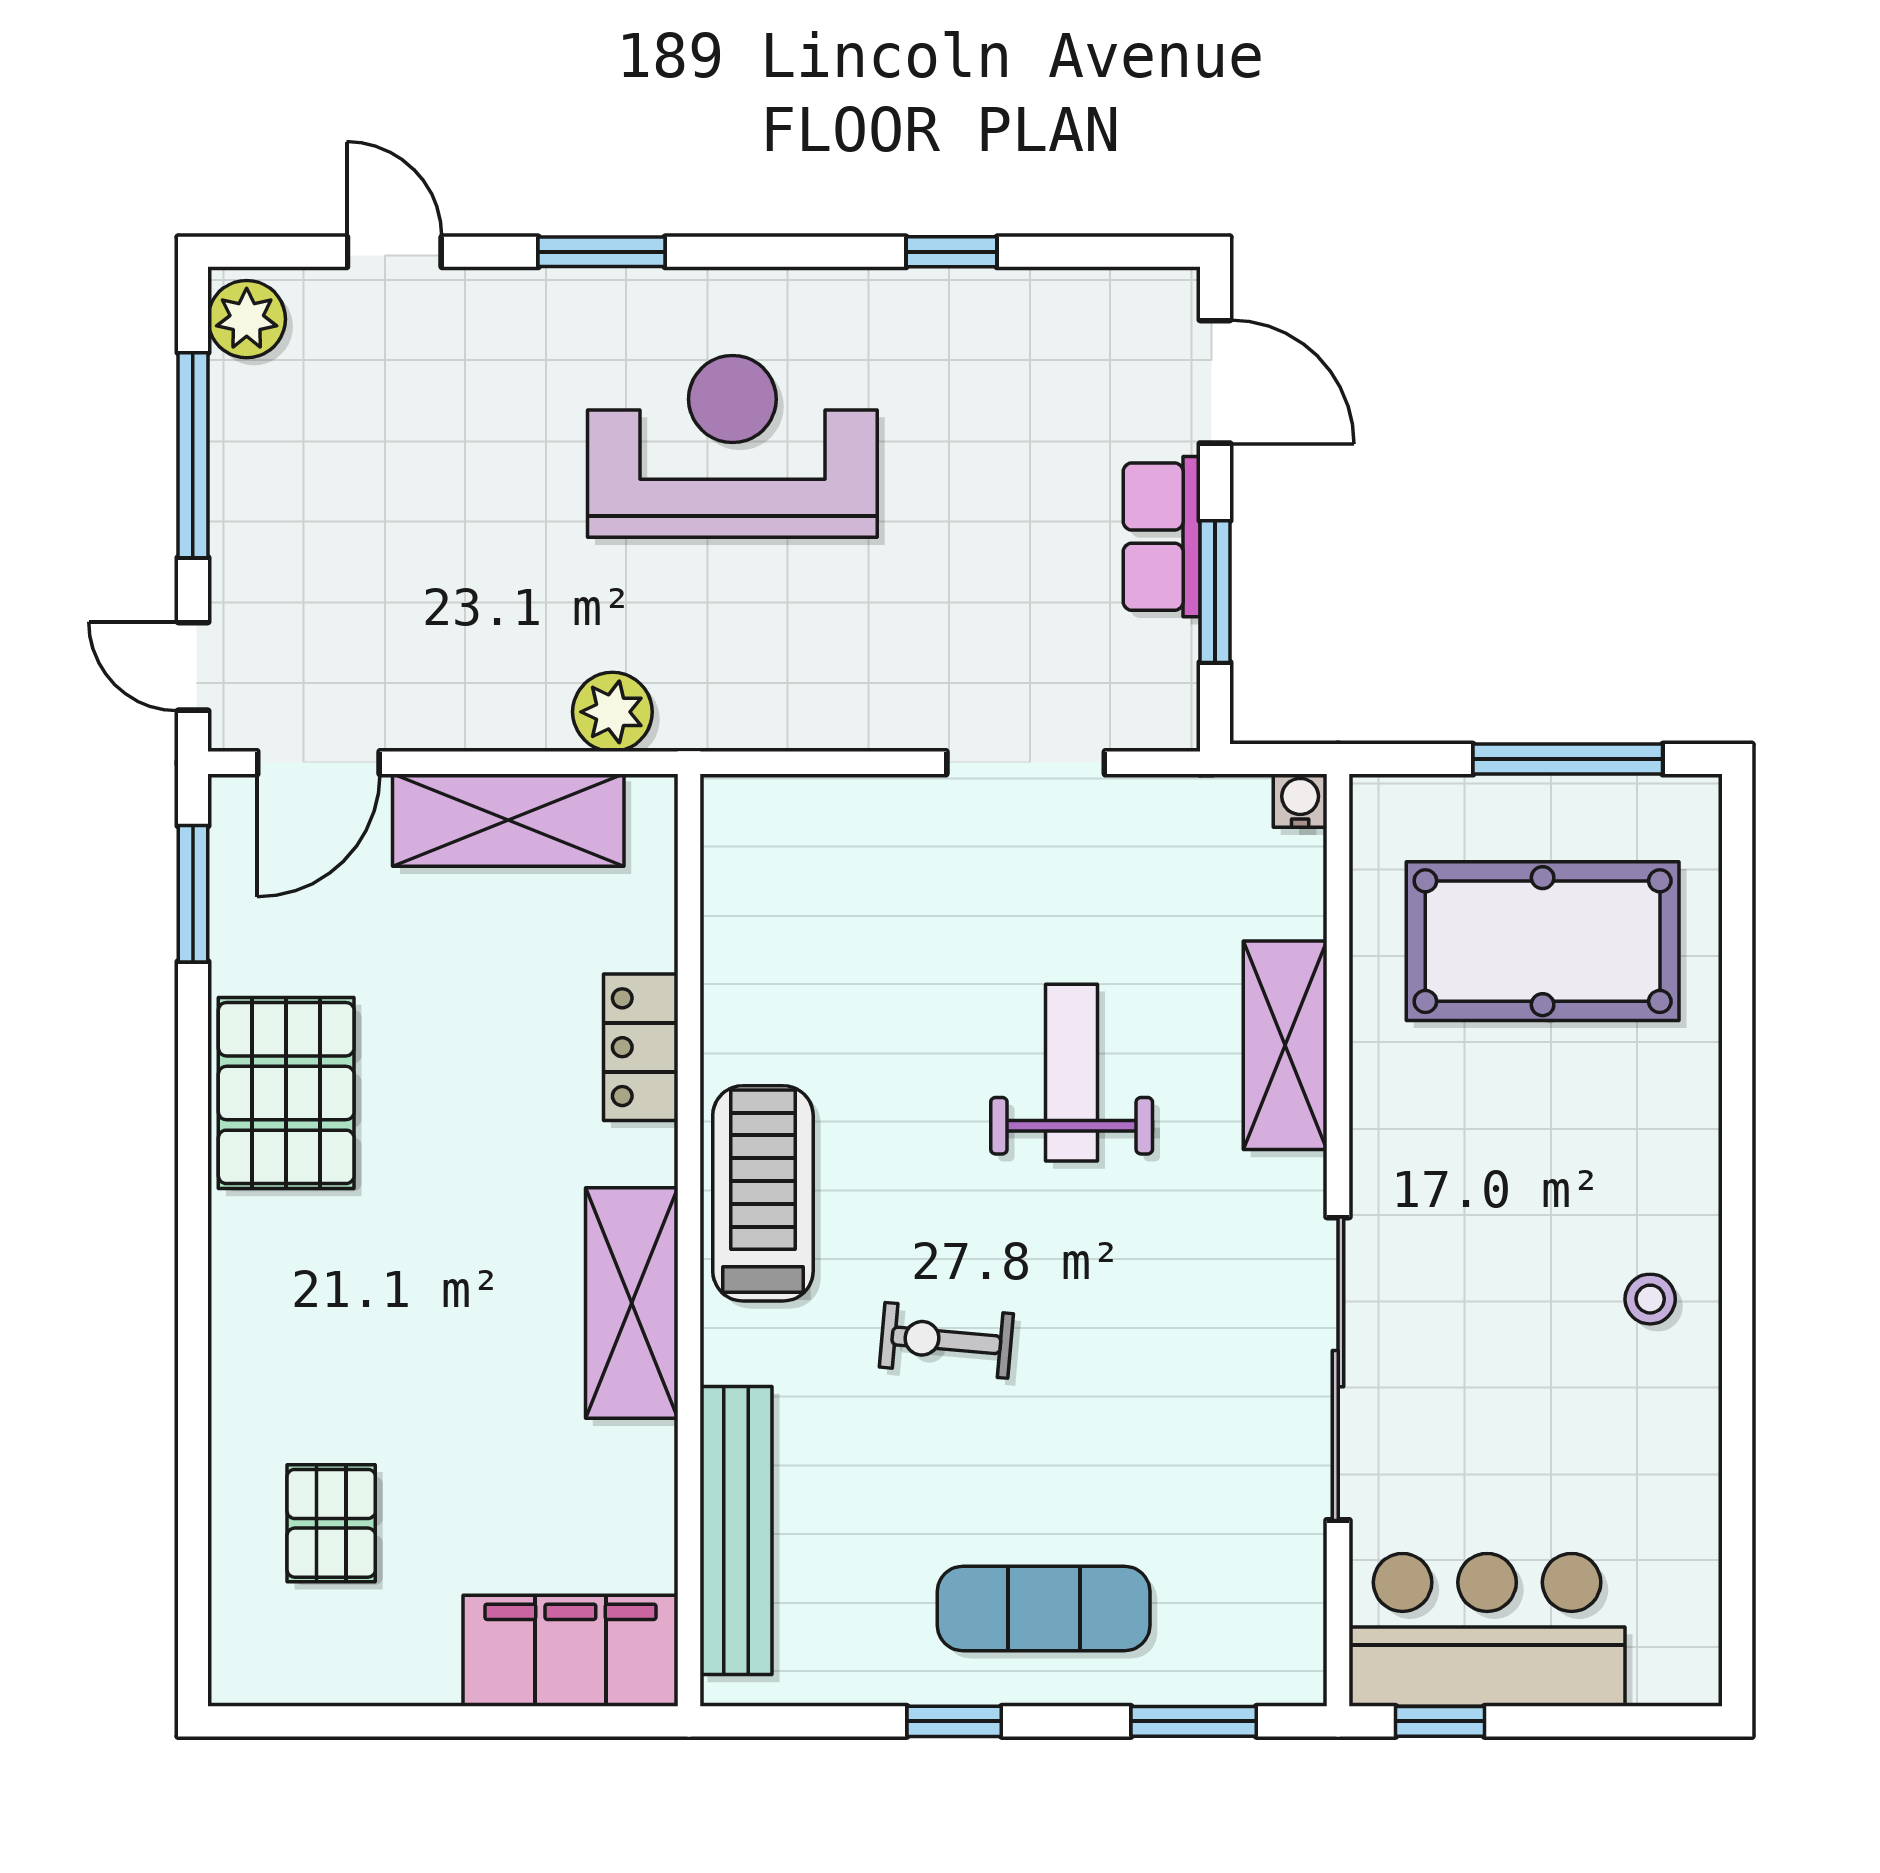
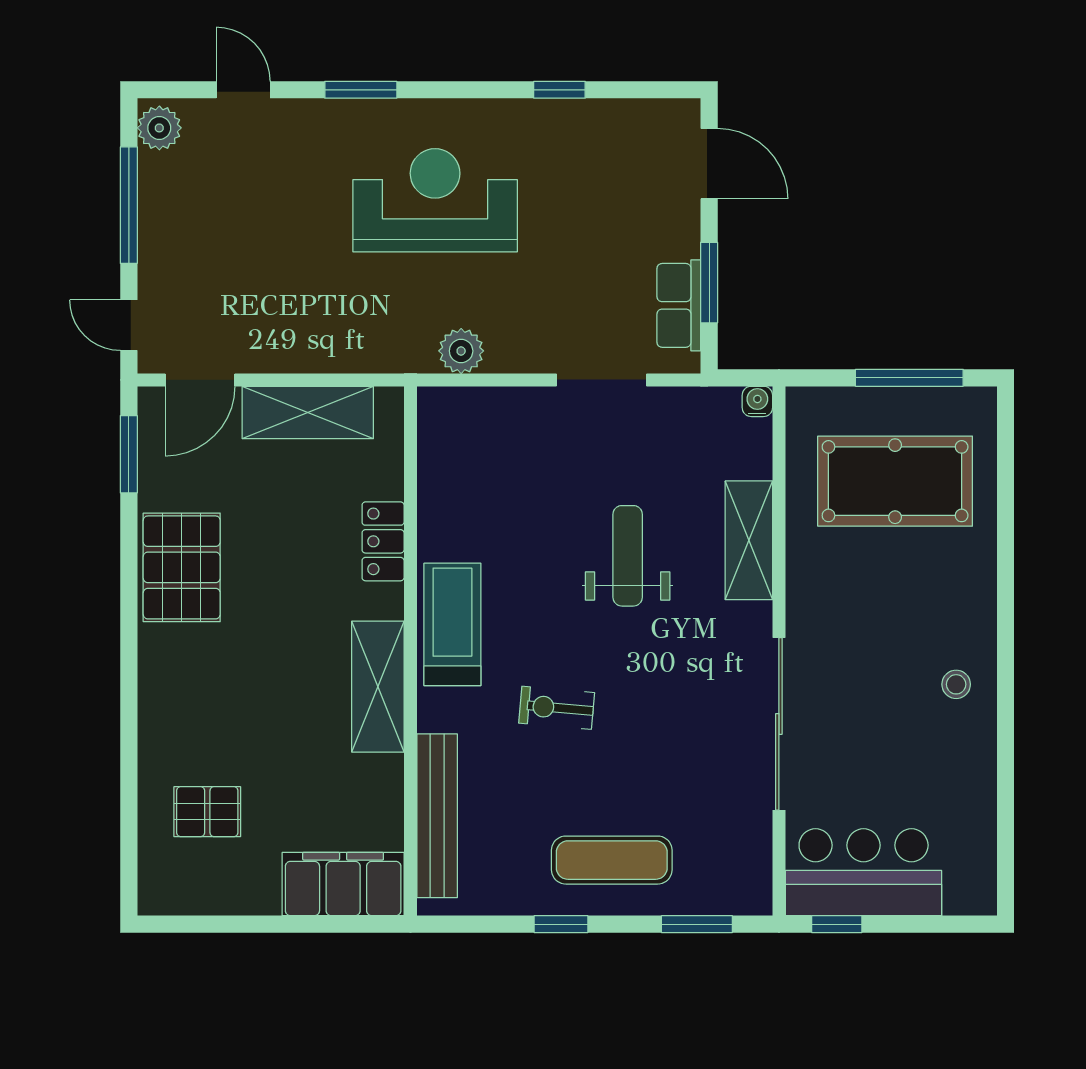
row of seats: (1162, 537) -> (679, 305), moved
plant: (612, 712) -> (461, 351), moved
pallet: (331, 1523) -> (207, 812), turned 90

